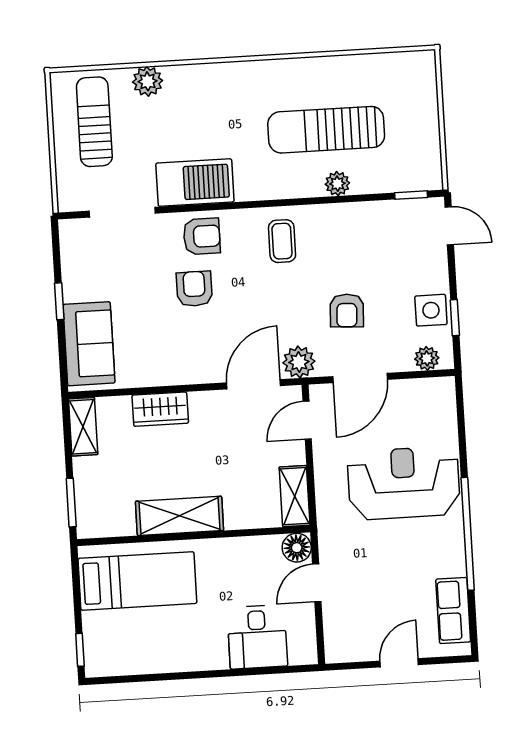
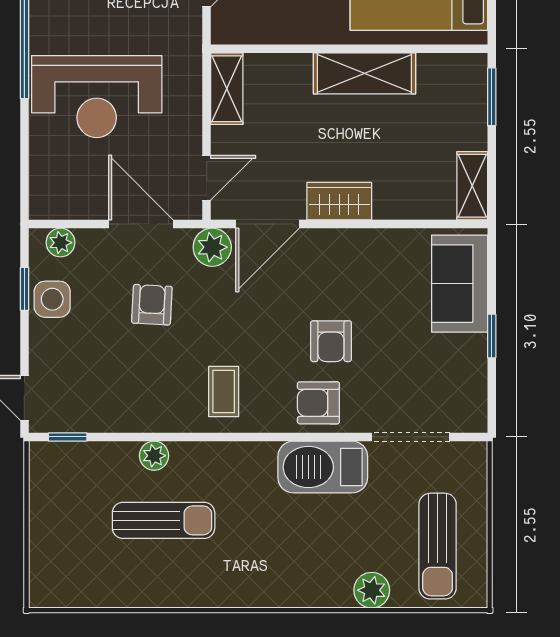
sun lounger: (326, 130) -> (164, 520), width x0.73, depth x0.75
door: (360, 378) -> (141, 224), hinge flipped
wardrobe: (160, 409) -> (339, 201), moved
floor lamp: (297, 548) -> (228, 28), removed

